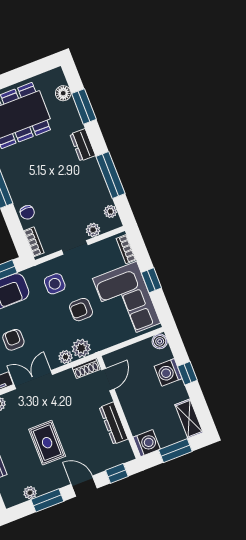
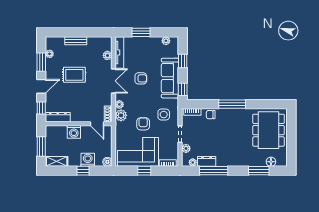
dresser: (83, 145) -> (207, 161), moved
dresser: (114, 423) -> (58, 117), moved
washing machine: (147, 443) -> (74, 132), moved

